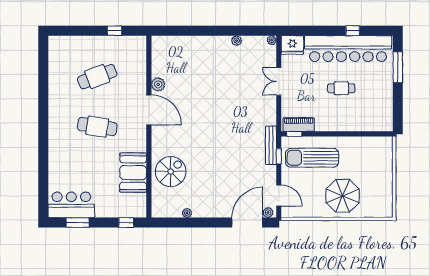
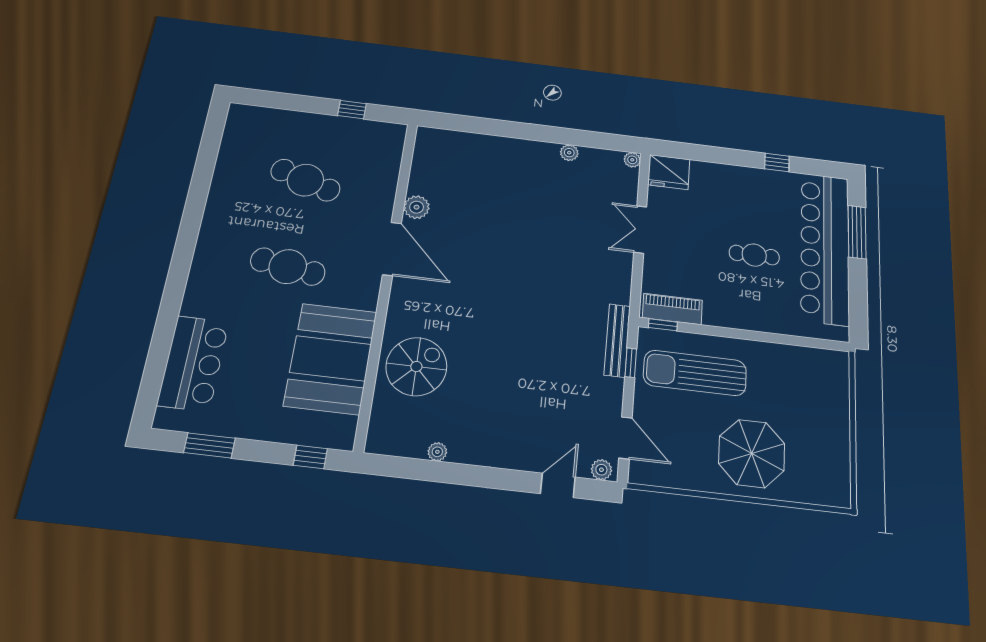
bar counter: (348, 49) -> (825, 248), moved, turned 90
cafe table: (97, 77) -> (305, 180), turned 39
booth: (133, 173) -> (331, 358), width x1.36, depth x1.42
bar counter: (71, 205) -> (193, 363), moved, turned 90
door: (247, 223) -> (558, 485), width x0.53

